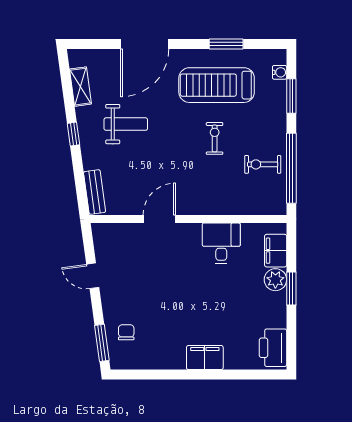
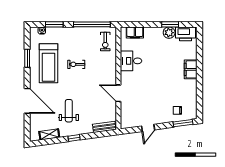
exercise bike: (263, 164) -> (105, 42), moved
plant: (275, 280) -> (169, 33), moved
window: (291, 288) -> (170, 24), moved

